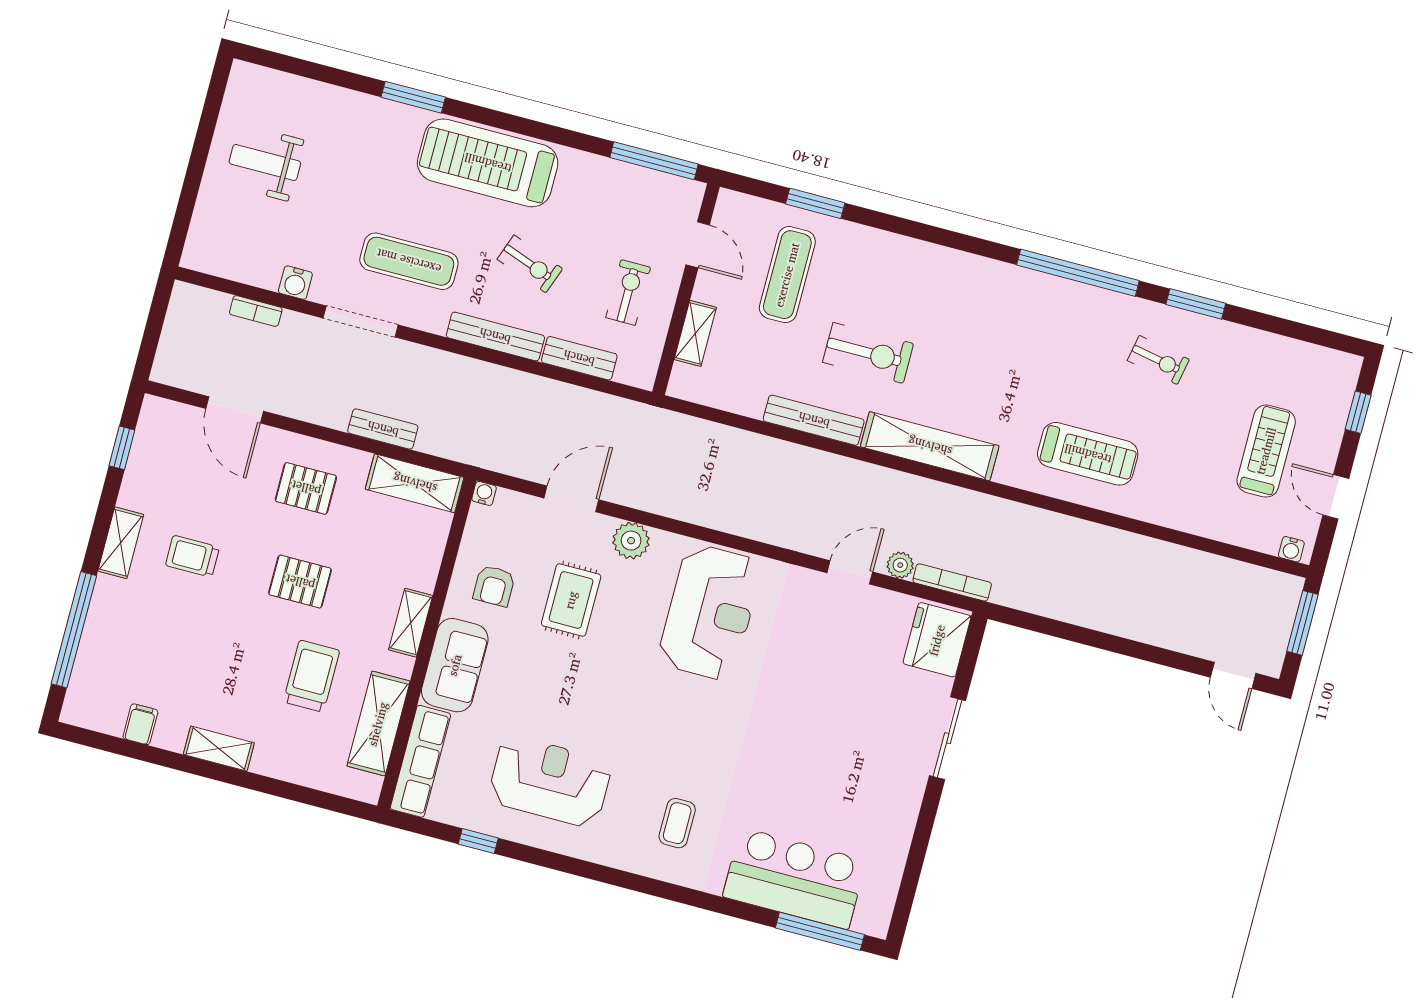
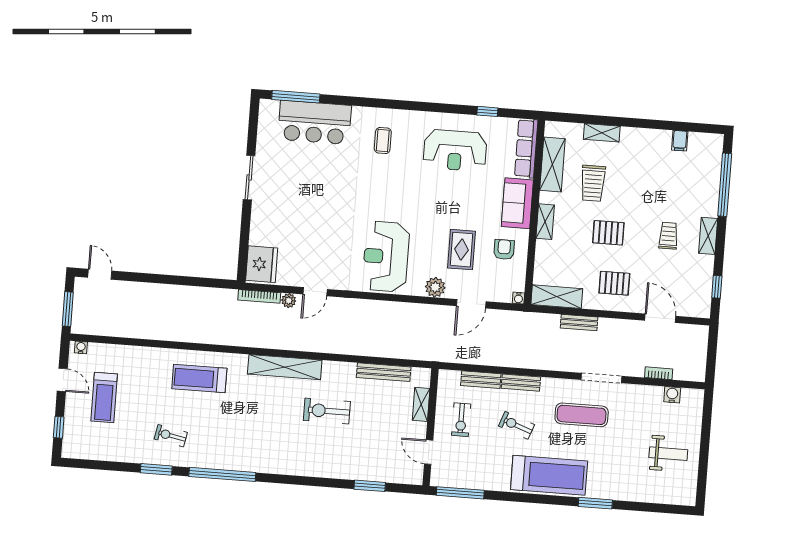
exercise mat: (787, 275) -> (378, 445), removed
water cooler: (295, 283) -> (672, 395), moved
bench: (495, 336) -> (521, 383), width x0.73
bench: (814, 420) -> (384, 372), moved
trolley: (192, 556) -> (668, 236), turned -90
sliding door: (948, 738) -> (249, 178), moved
shelving: (219, 749) -> (602, 133), moved

